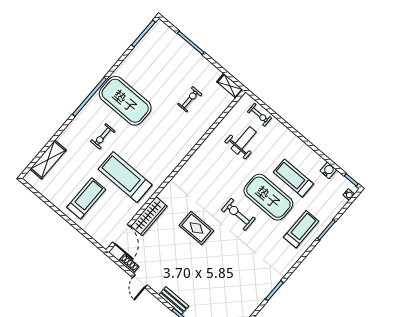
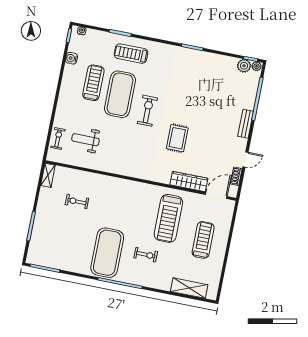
treadmill: (293, 178) -> (93, 83), turned 180
treadmill: (86, 198) -> (203, 240), turned 90
exercise bike: (238, 214) -> (147, 111), turned 180

